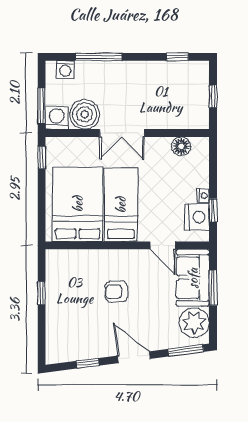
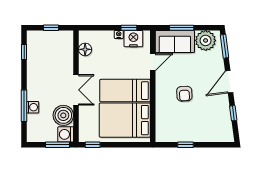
washing machine: (65, 69) -> (33, 107), moved

